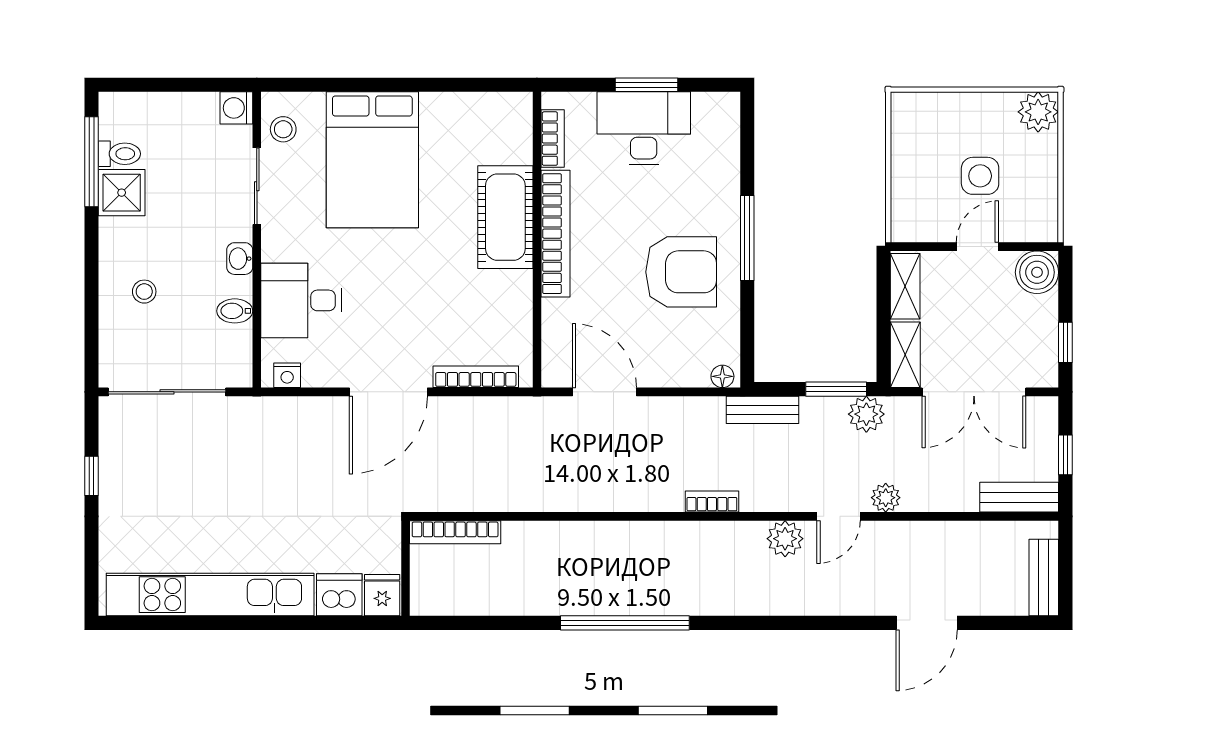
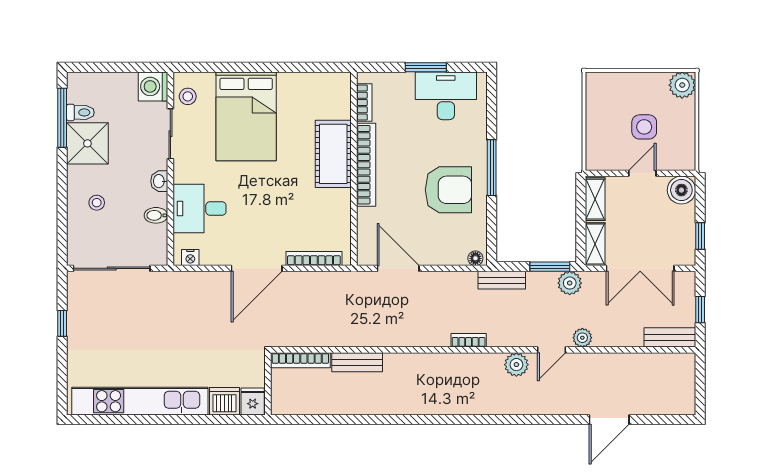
washing machine: (236, 108) -> (153, 86), width x1.38, depth x1.38
desk: (644, 128) -> (446, 96), moved
shower: (122, 193) -> (87, 143), width x1.36, depth x1.36
bench: (1044, 578) -> (357, 362), moved, turned 90
window: (625, 623) -> (412, 420), removed

